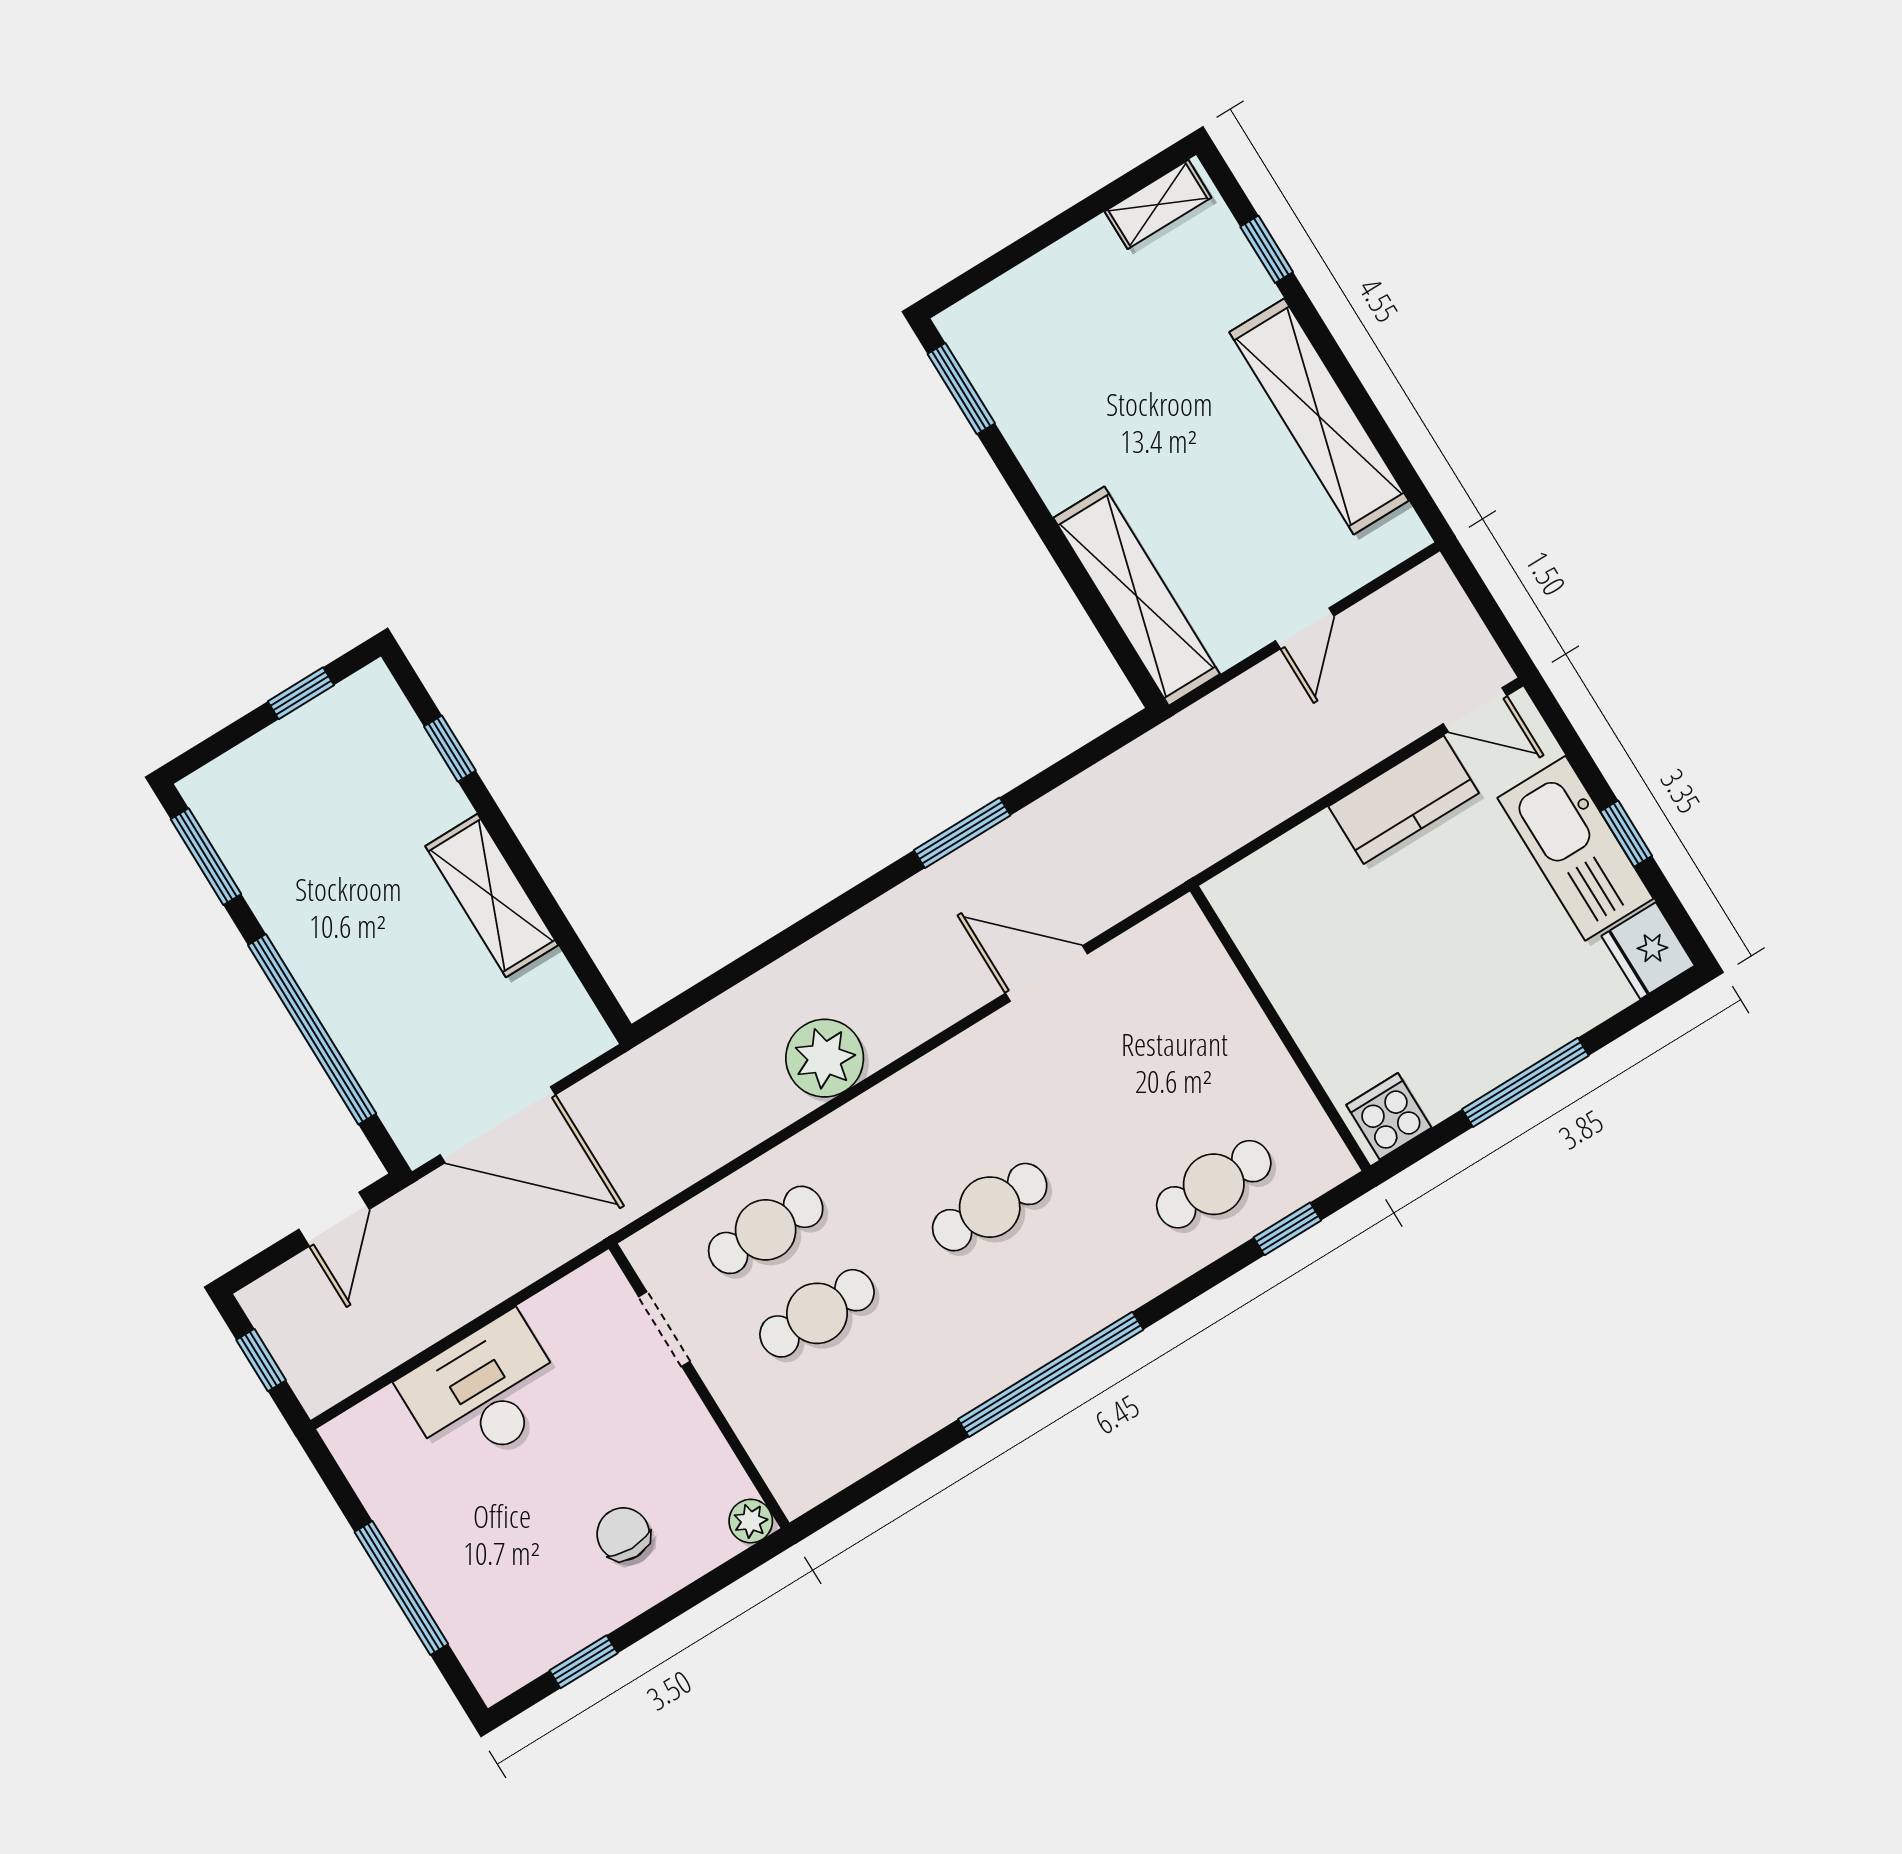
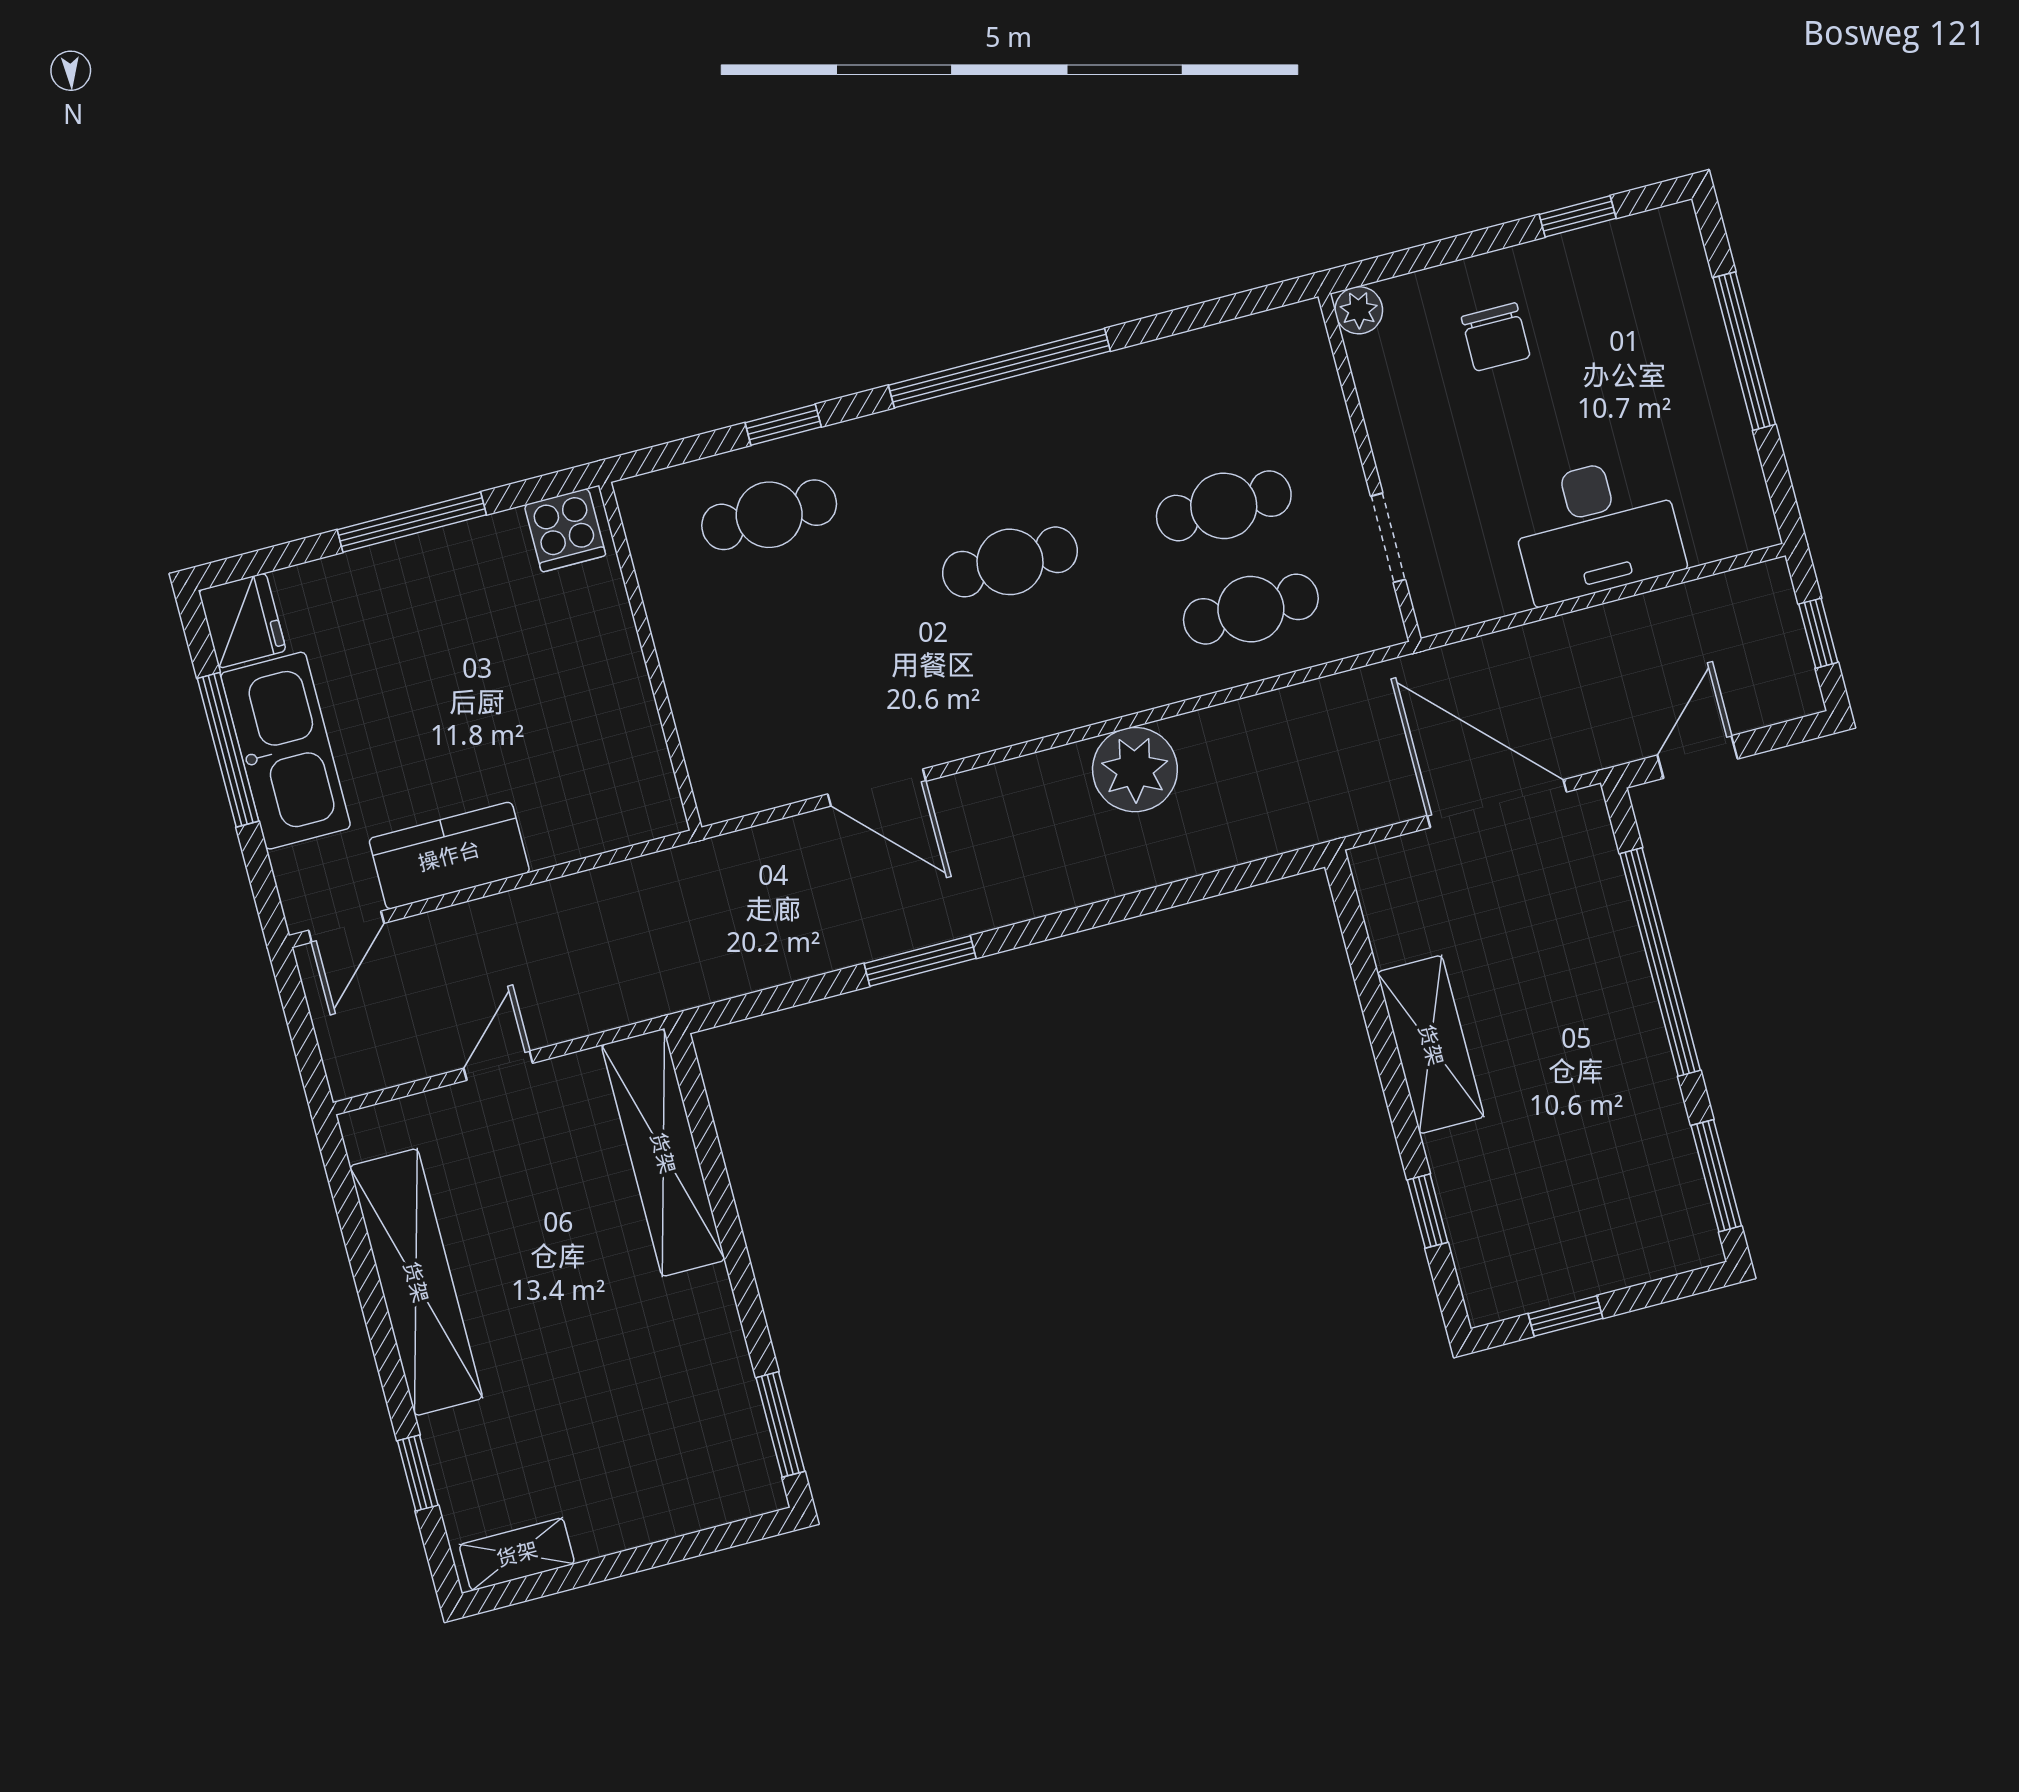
door: (1475, 710) -> (346, 927), swing flipped
window: (1626, 834) -> (228, 750), width x2.17
window: (1287, 1229) -> (783, 425), moved

